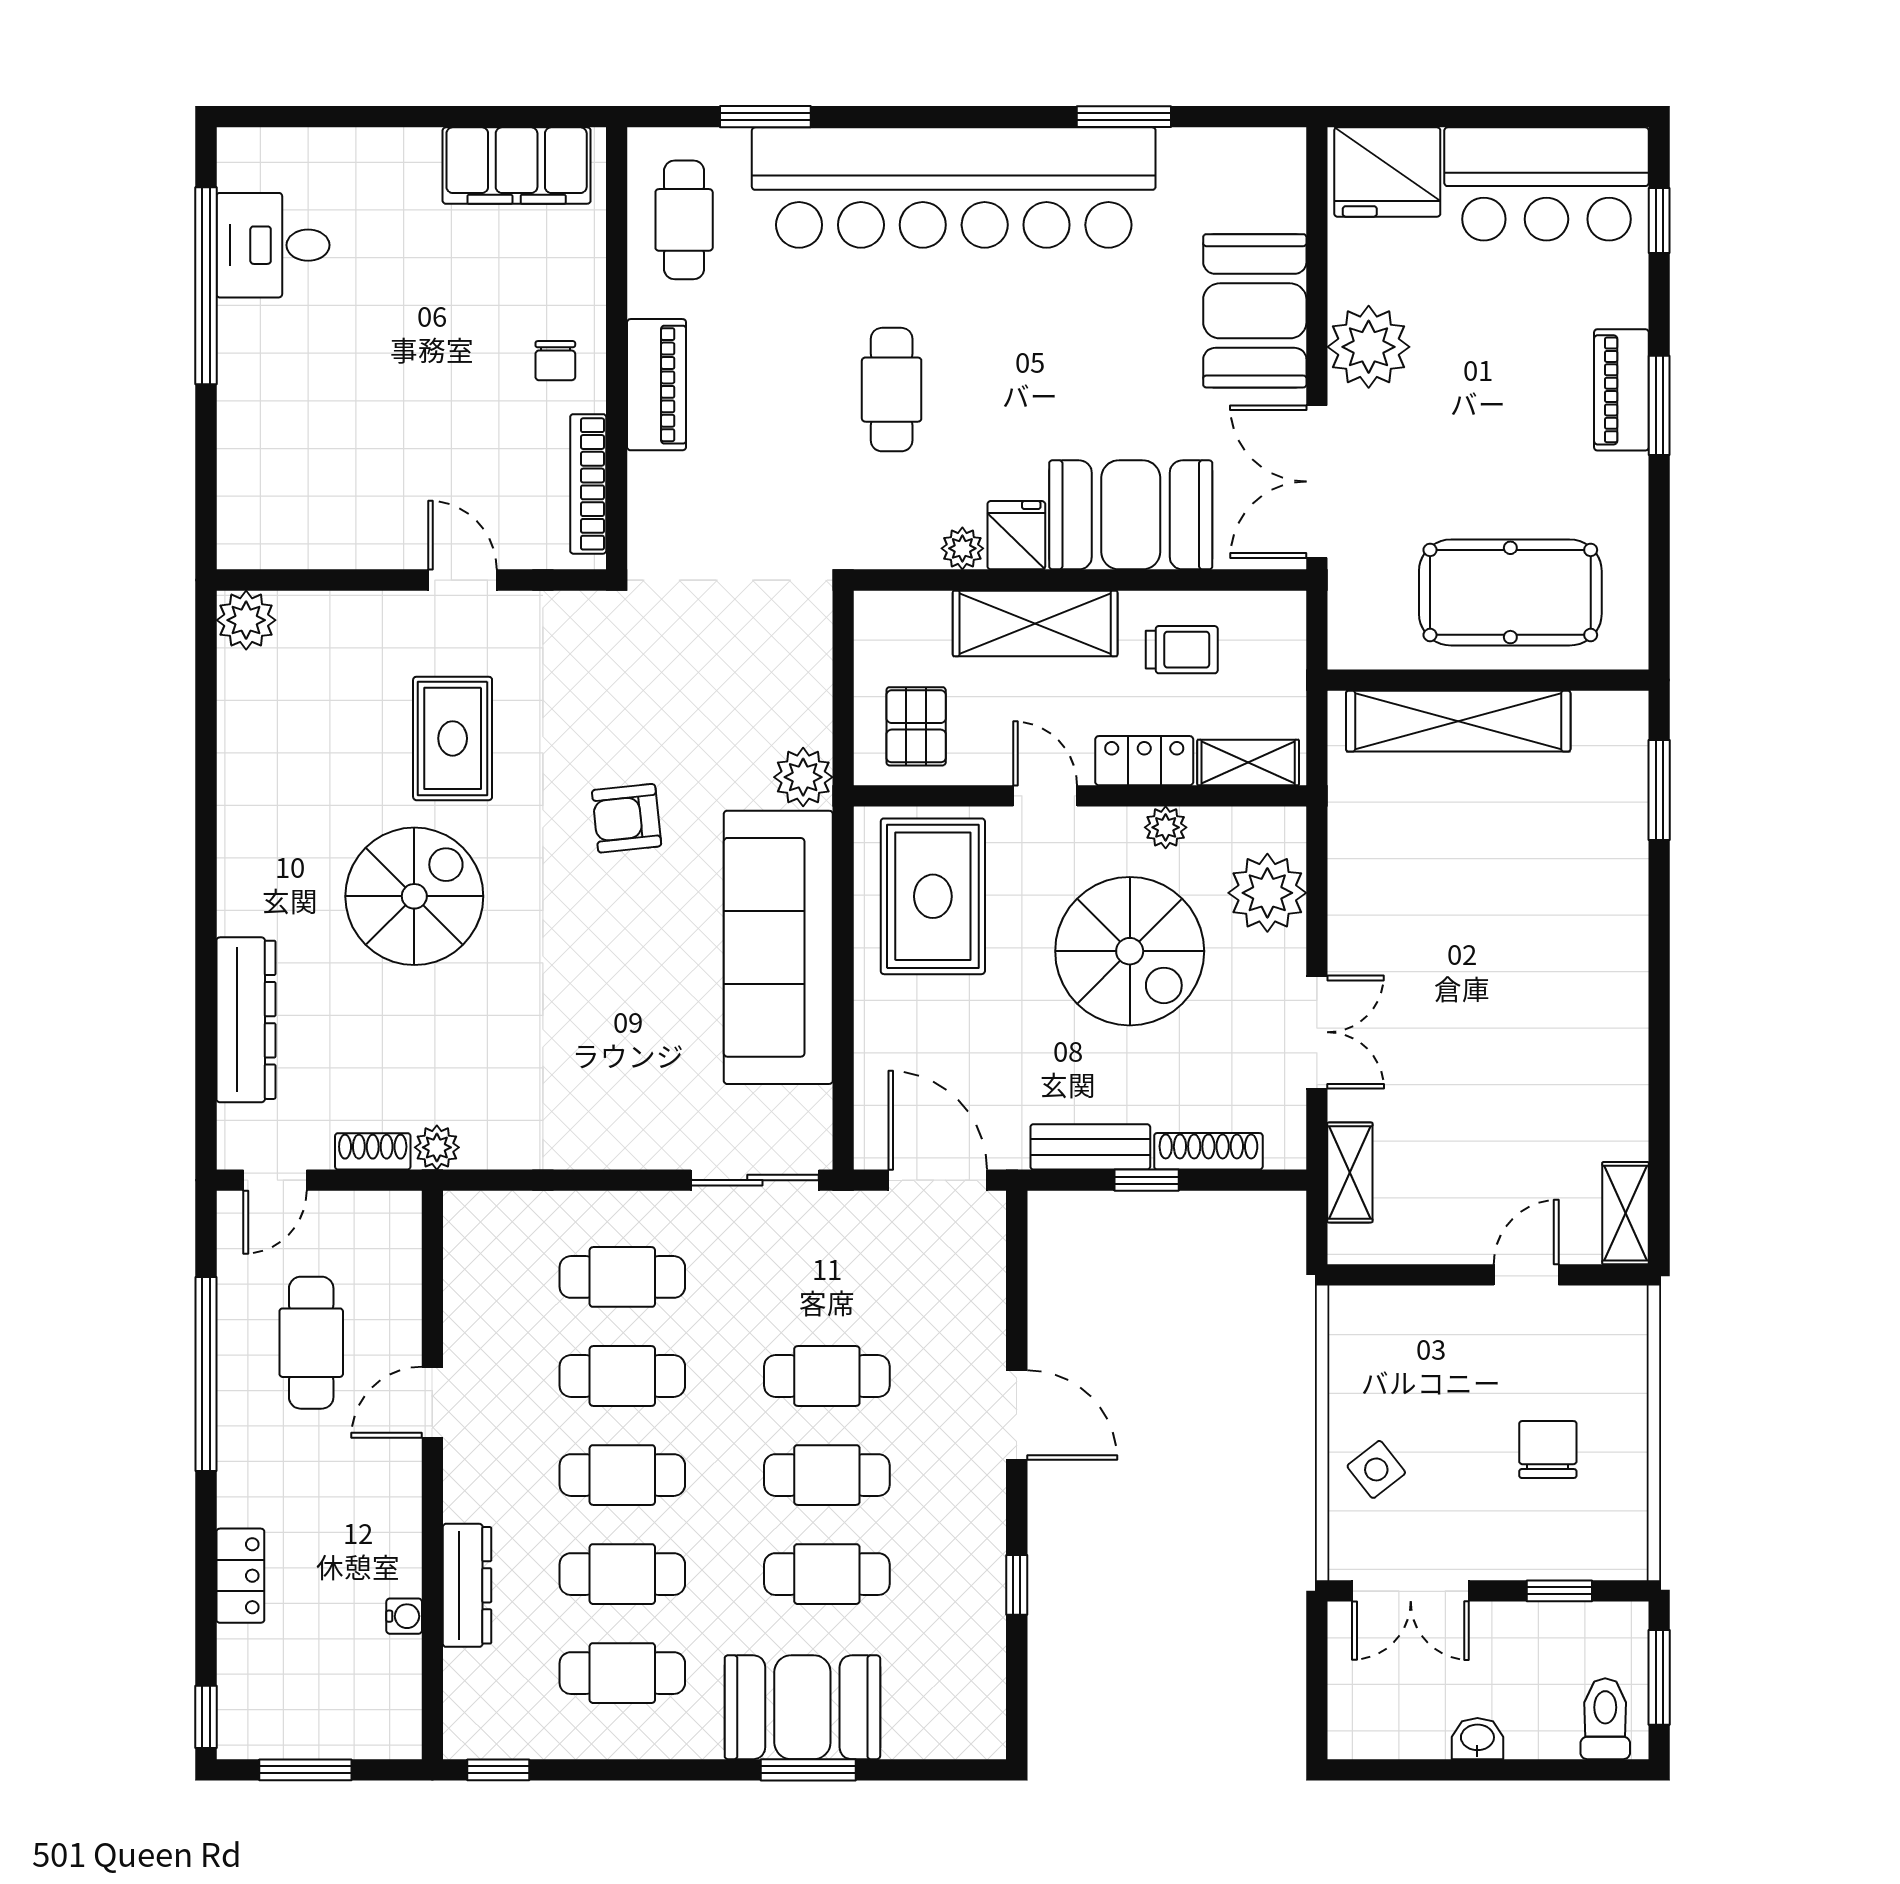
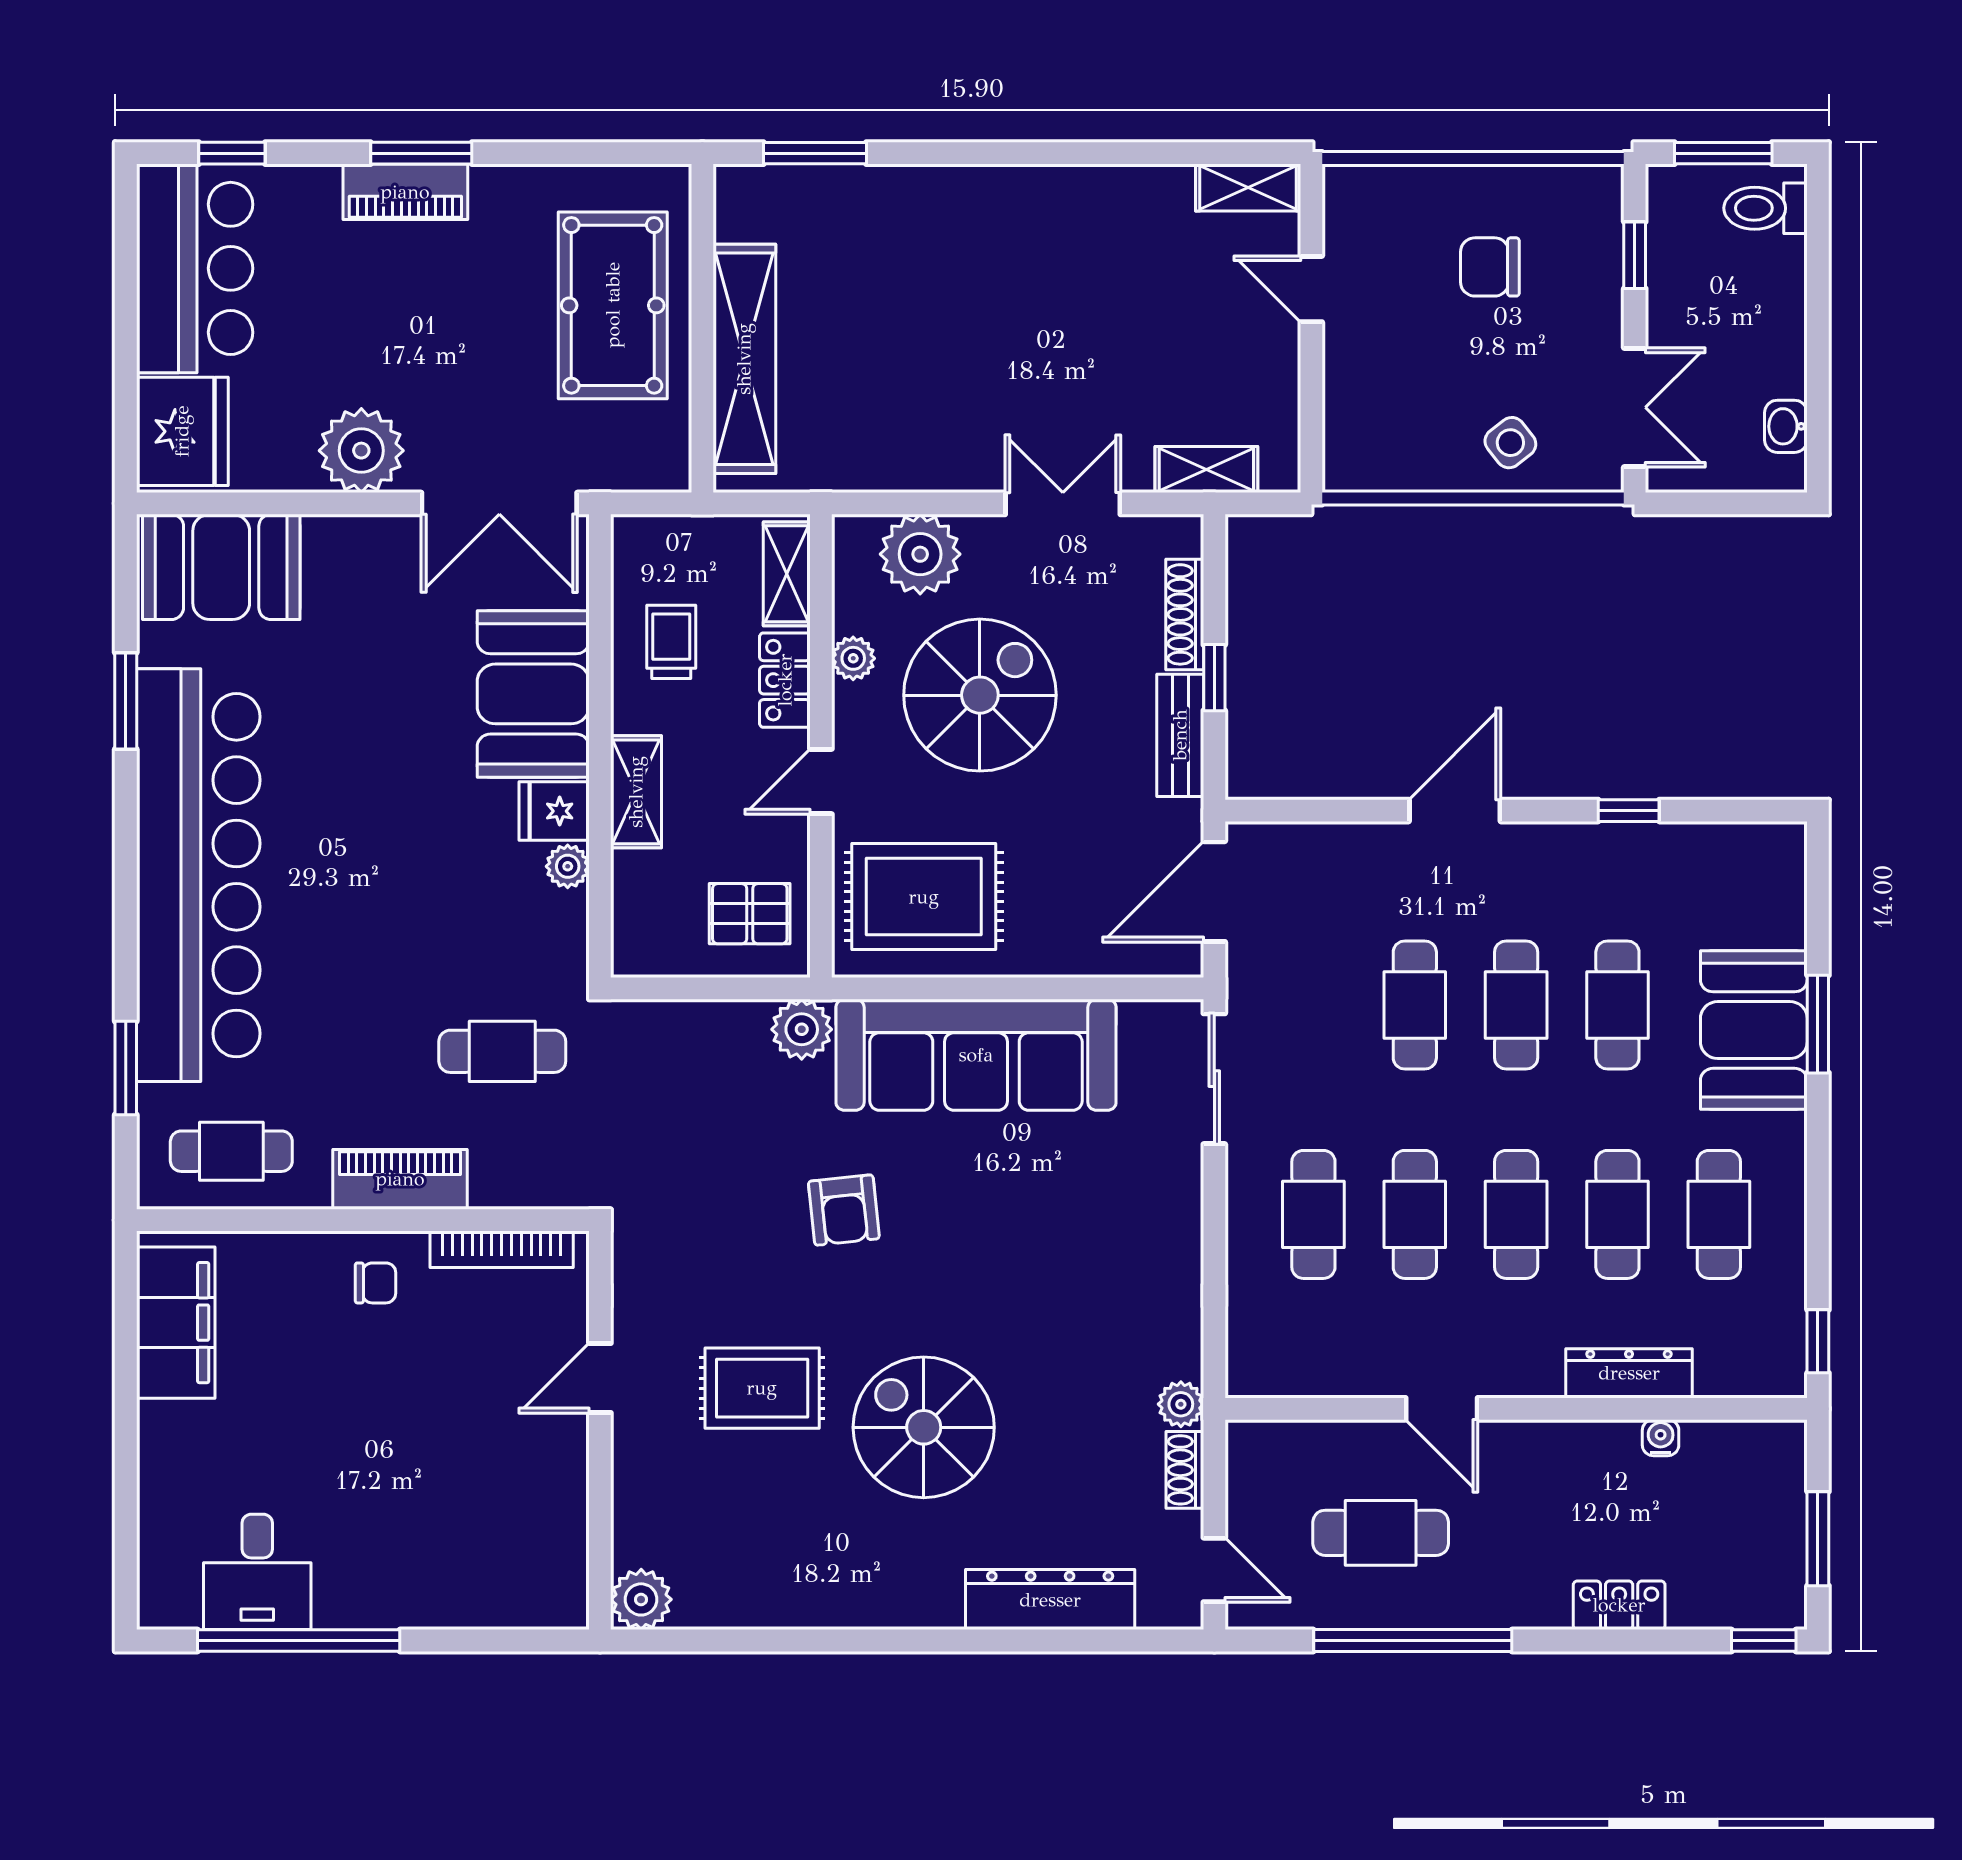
booth: (1255, 311) -> (221, 567), moved
cafe table: (892, 390) -> (502, 1051), moved
shelving: (1035, 623) -> (636, 792), width x0.67, depth x0.75
washbasin: (1477, 1739) -> (1786, 426), moved

